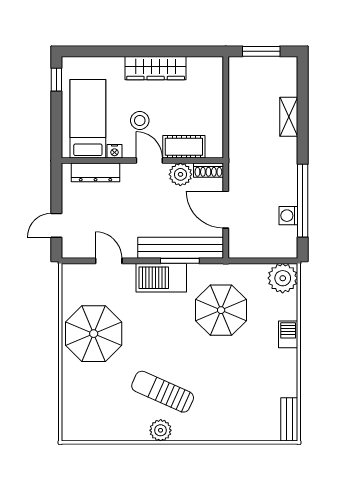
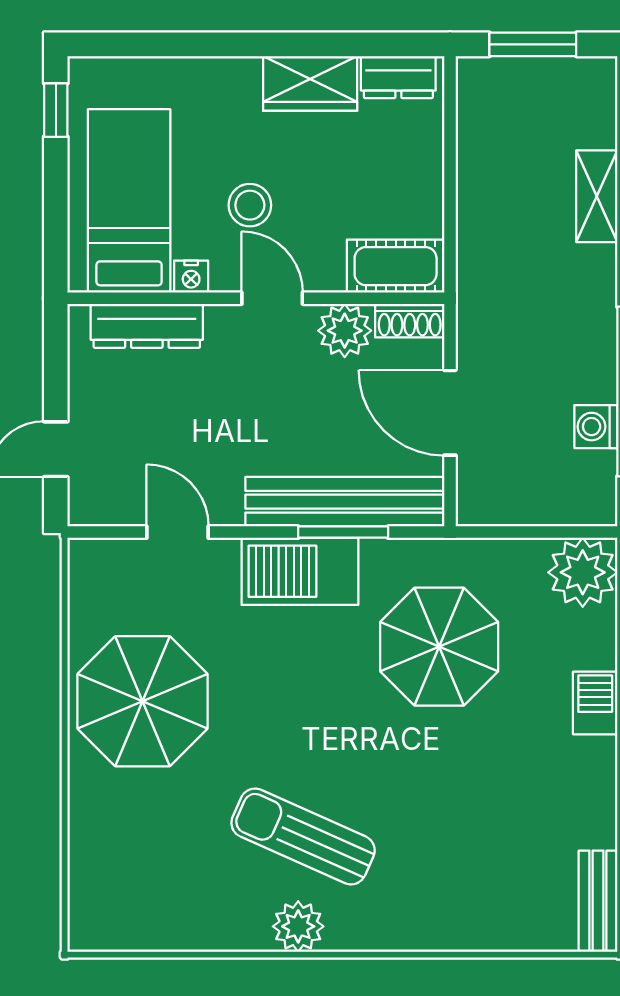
dresser: (204, 66) -> (398, 77), added
wardrobe: (156, 68) -> (310, 83), width x0.67
cot: (184, 147) -> (396, 266), moved

